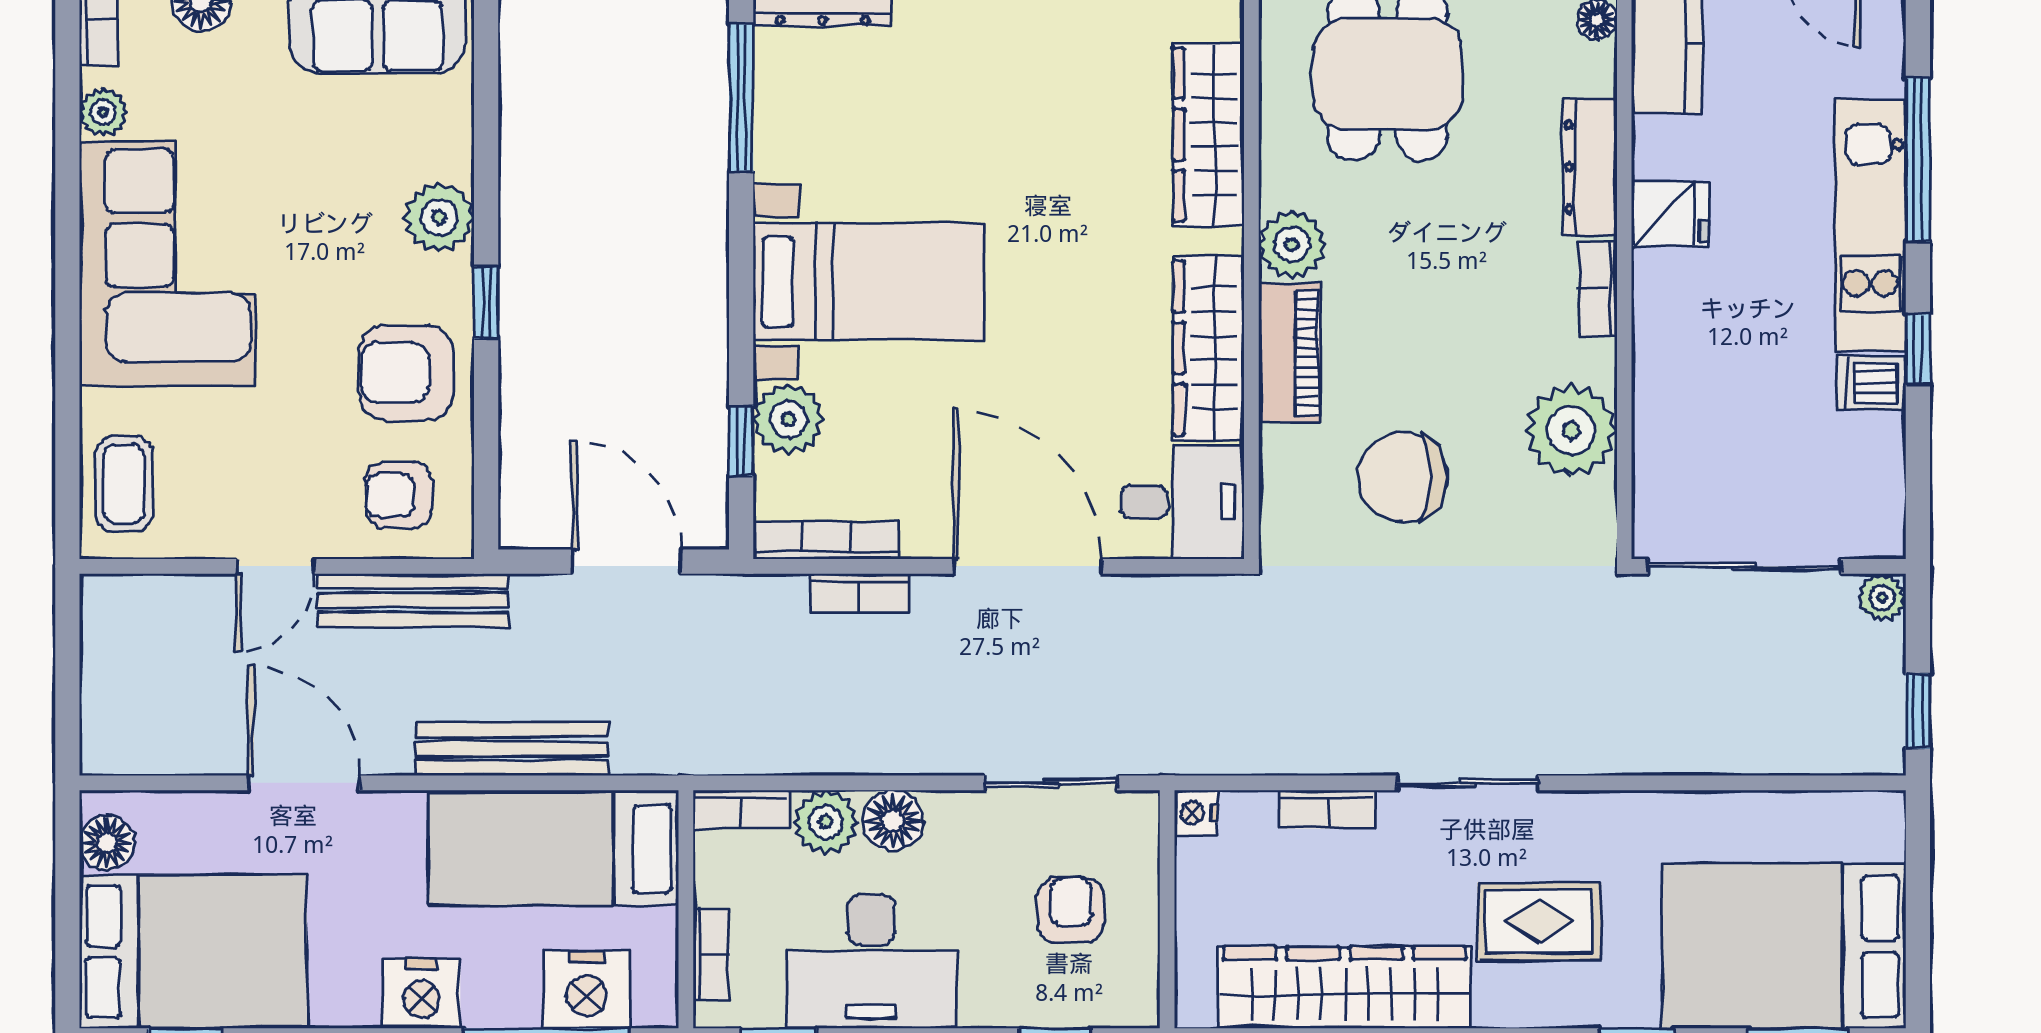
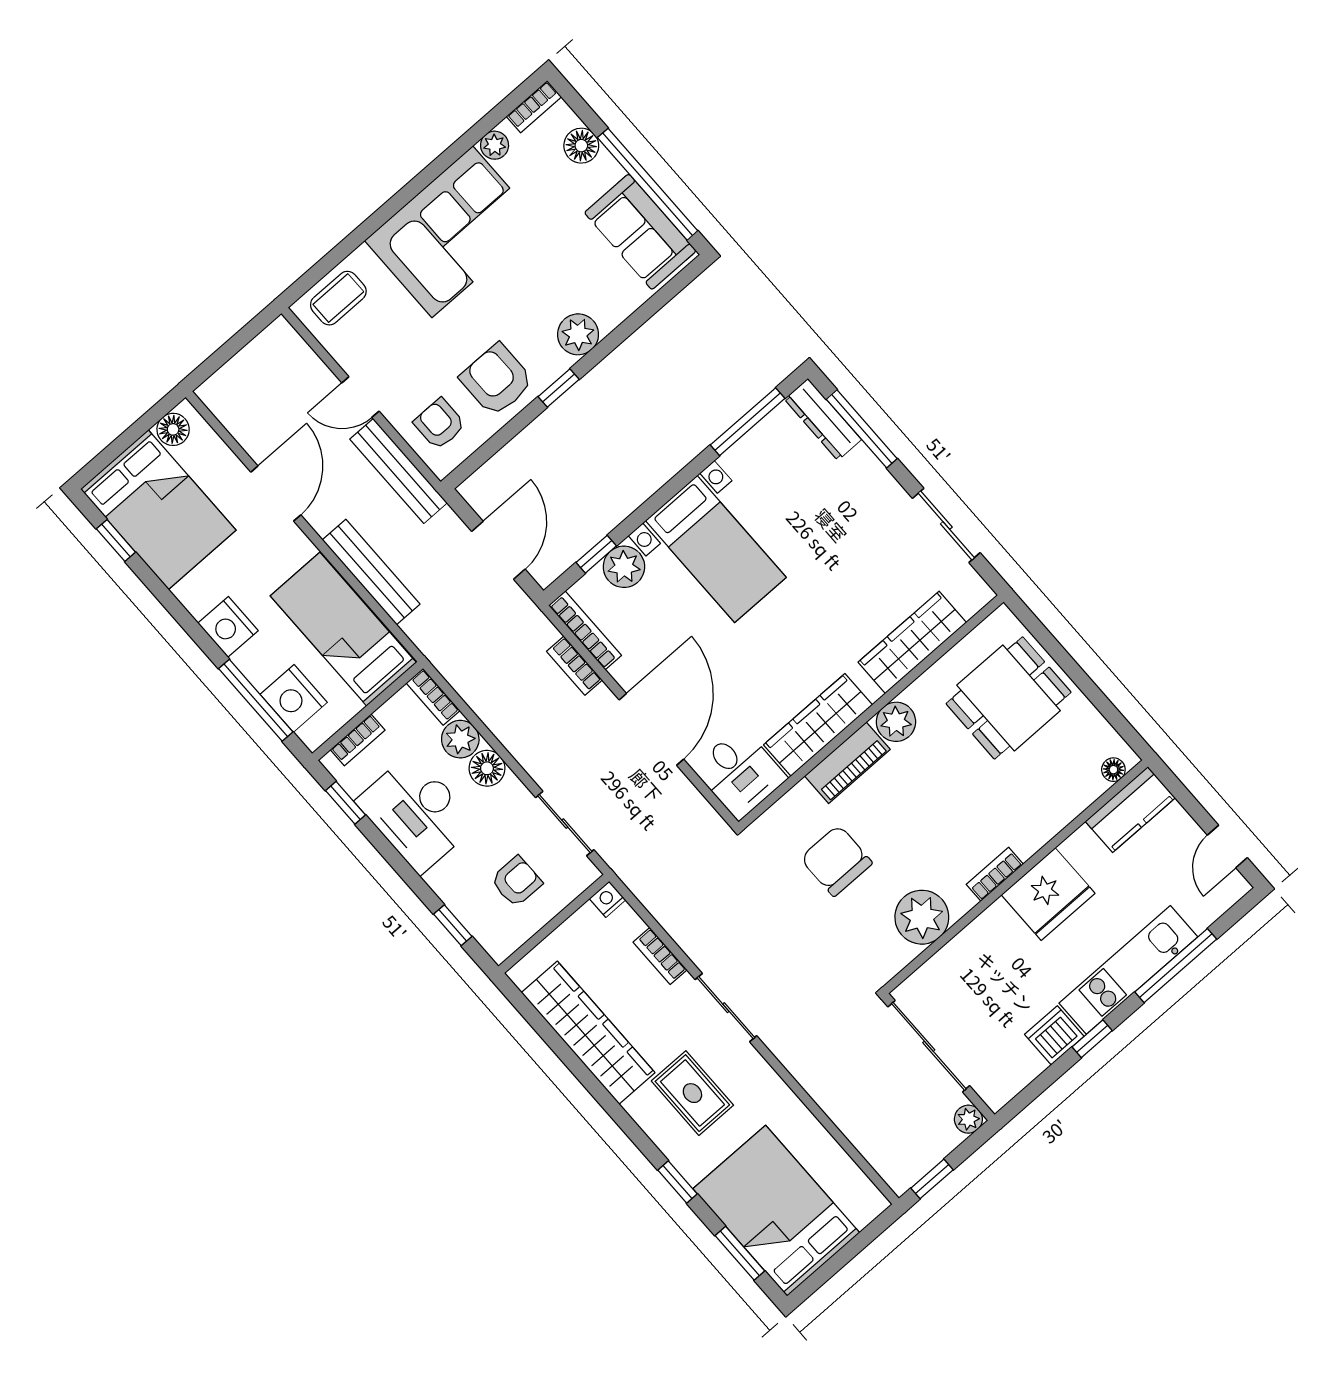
dresser: (1590, 167) -> (1046, 824), removed
fridge: (1670, 214) -> (1048, 894), width x1.88, depth x1.34
dishwasher: (1871, 383) -> (1054, 1035), width x1.38

